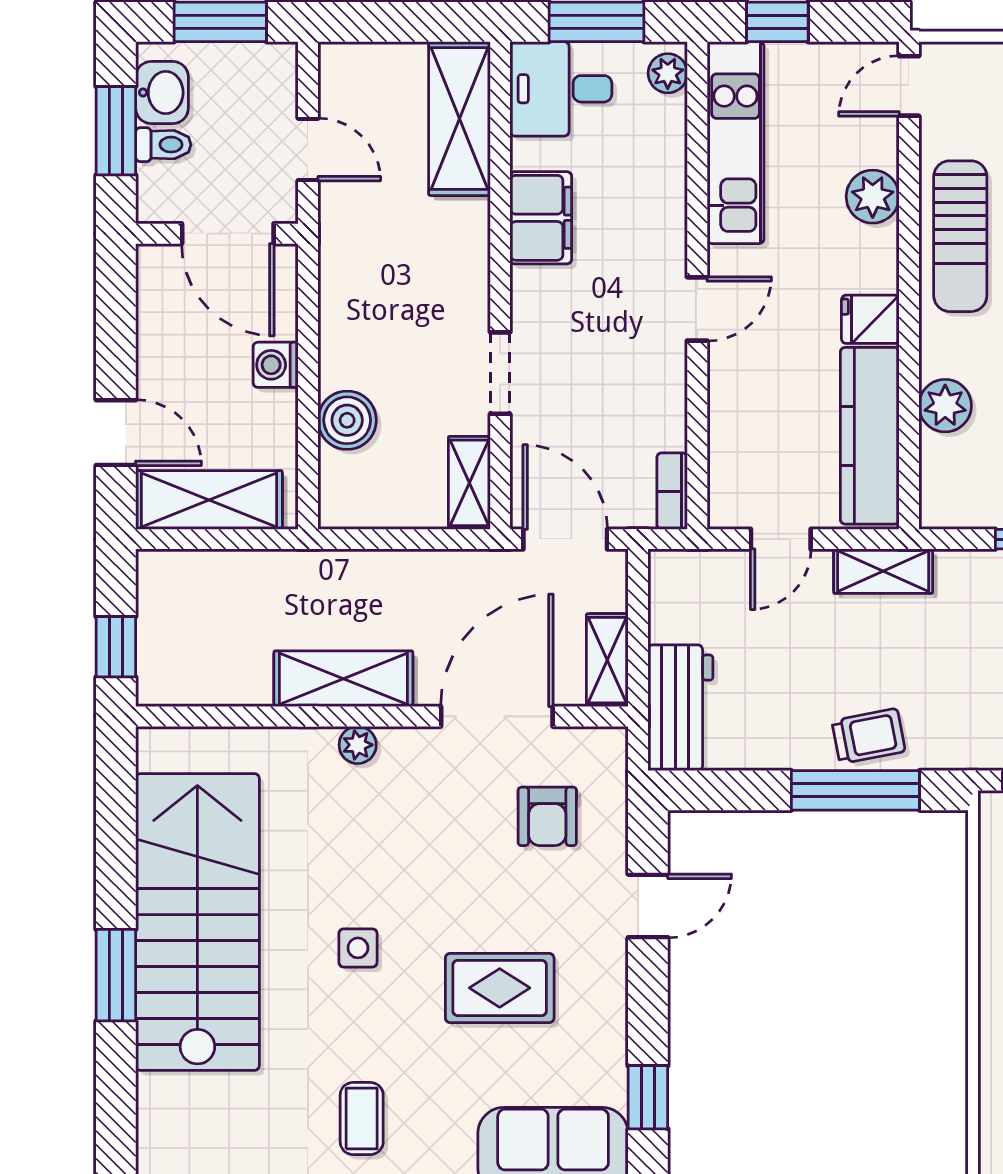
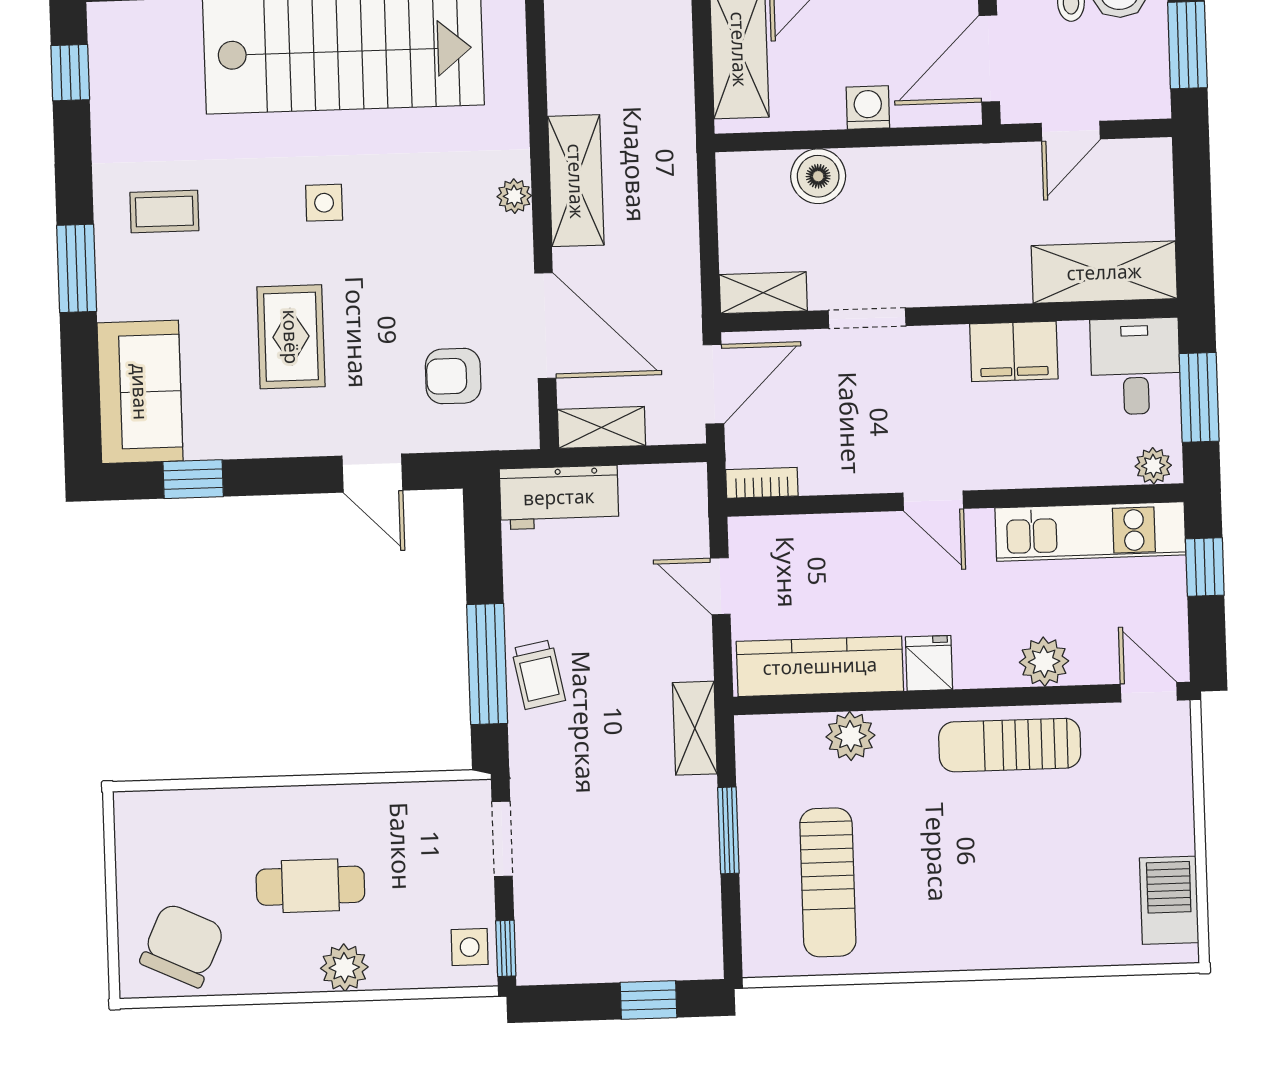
shelving: (883, 571) -> (695, 728), moved

